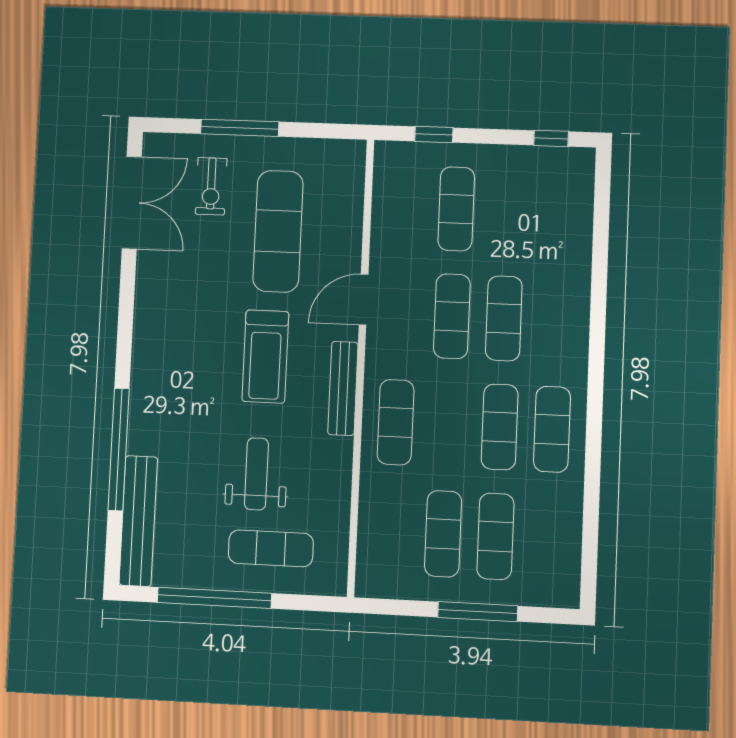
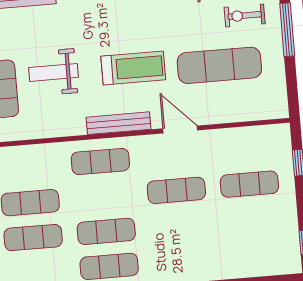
exercise mat: (504, 318) -> (179, 225), removed
treadmill: (265, 357) -> (133, 68), turned 180
weight bench: (256, 474) -> (54, 72), turned 180

